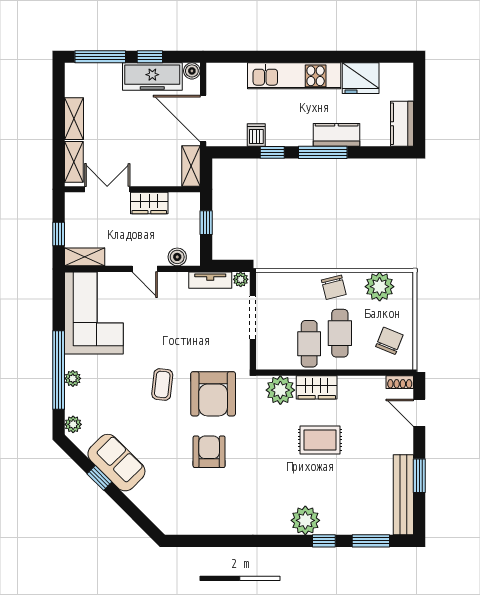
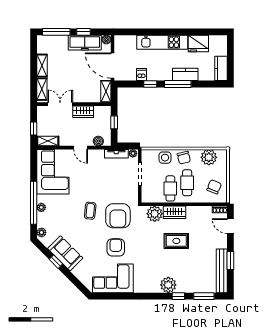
side table: (299, 287) -> (165, 158), added
corner sofa: (204, 508) -> (113, 278), added

